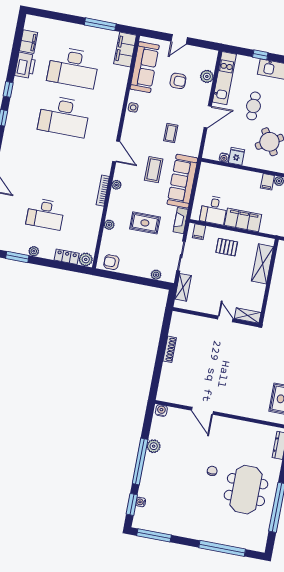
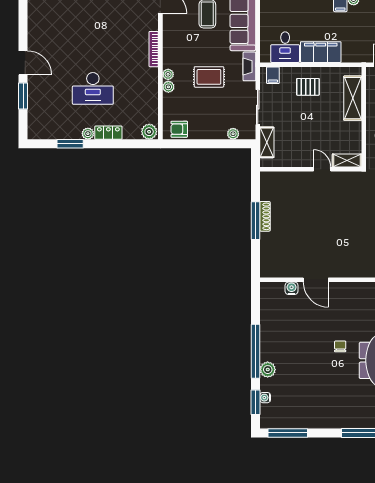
plant: (116, 185) -> (168, 74), moved
locker: (67, 257) -> (108, 133), moved
window: (161, 351) -> (256, 221), added
water cooler: (161, 411) -> (292, 288), moved
plant: (154, 446) -> (268, 370), moved

